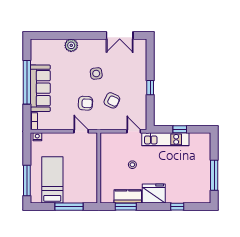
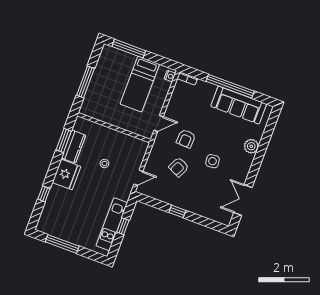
sofa: (40, 88) -> (239, 105), moved
kitchen unit: (165, 139) -> (112, 224), moved
bed: (52, 180) -> (140, 84), moved, turned 90

